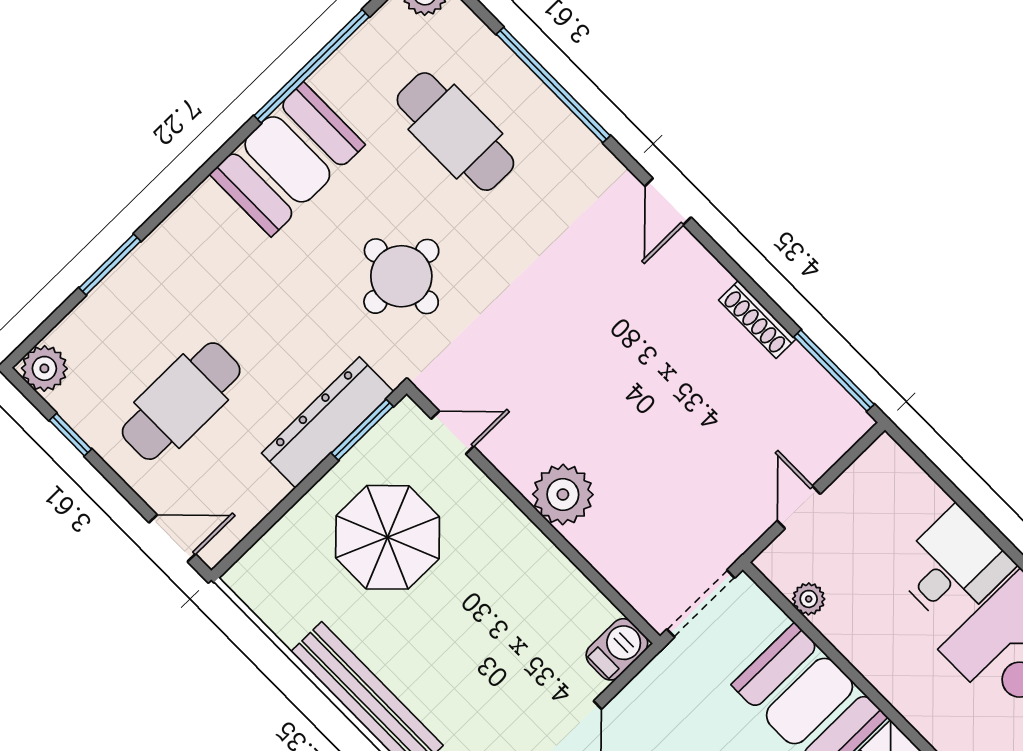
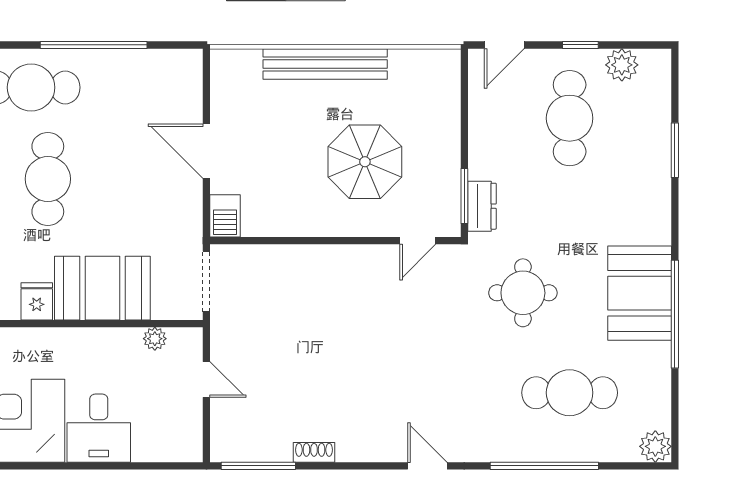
window: (312, 66) -> (675, 314), moved
shoe rack: (757, 320) -> (314, 452), width x0.70
plant: (44, 368) -> (622, 65), moved
dresser: (328, 422) -> (482, 206), width x0.51, depth x0.80
window: (70, 435) -> (580, 45), moved
plant: (563, 494) -> (331, 266), removed
parasol: (388, 537) -> (365, 162), moved

